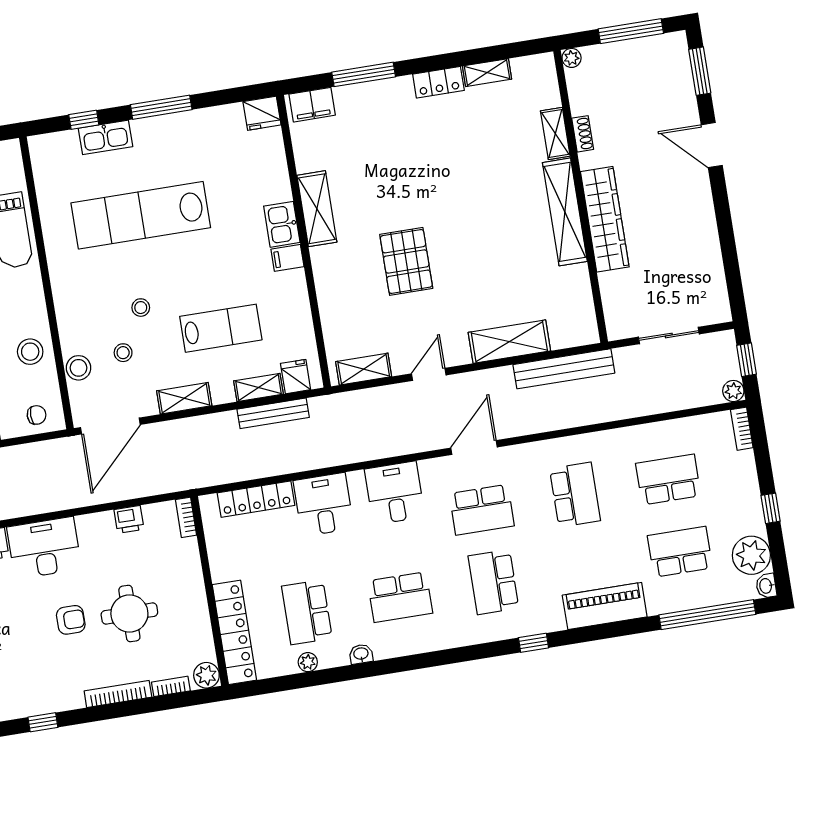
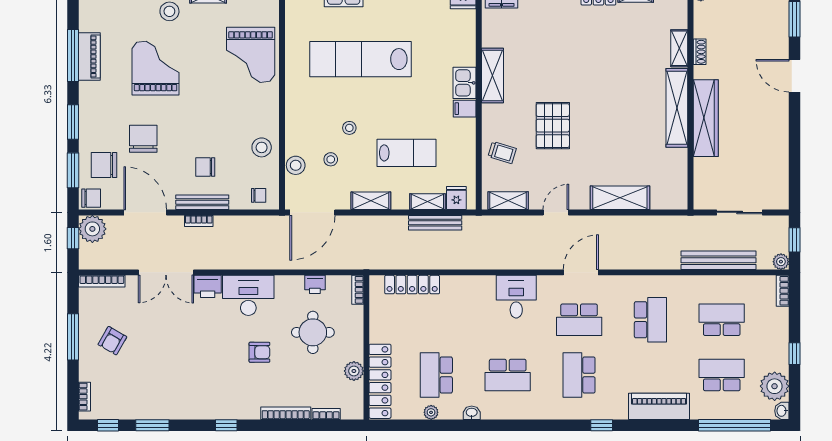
trolley: (346, 307) -> (502, 152), added
bench: (564, 369) -> (718, 260), moved
desk: (324, 504) -> (462, 297), removed
round table: (129, 614) -> (313, 332), moved
plant: (206, 675) -> (354, 371), moved

